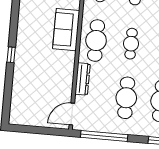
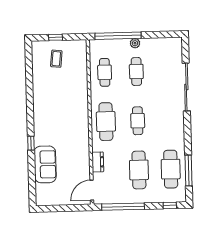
sofa: (66, 30) -> (45, 164), moved, turned 180
dresser: (82, 79) -> (98, 162), width x0.70

